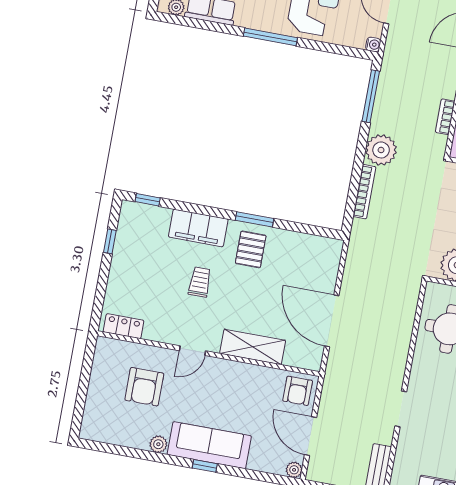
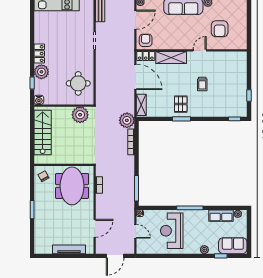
plant: (381, 150) -> (127, 120), moved
filing cabinet: (198, 228) -> (208, 110), removed
shelving: (330, 262) -> (141, 105), added
locker: (124, 326) -> (146, 56), moved
armchair: (144, 387) -> (220, 29), turned 180
door: (311, 436) -> (135, 20), hinge flipped

